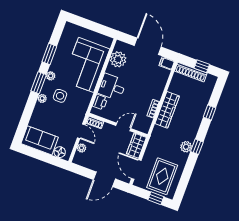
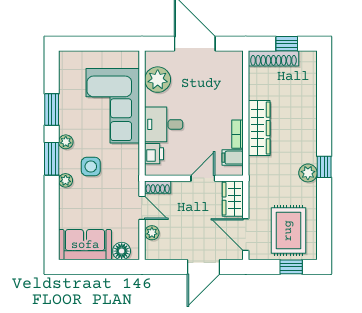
filing cabinet: (167, 63) -> (233, 158), moved
window: (210, 112) -> (324, 109), removed

